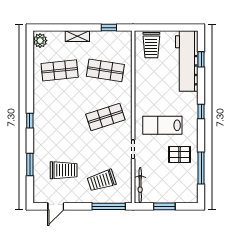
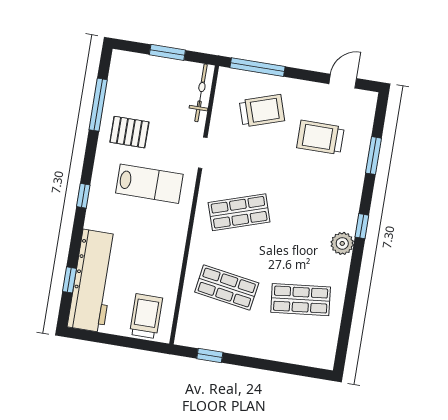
shelving: (77, 36) -> (263, 350), removed
plant: (40, 41) -> (342, 243), moved

